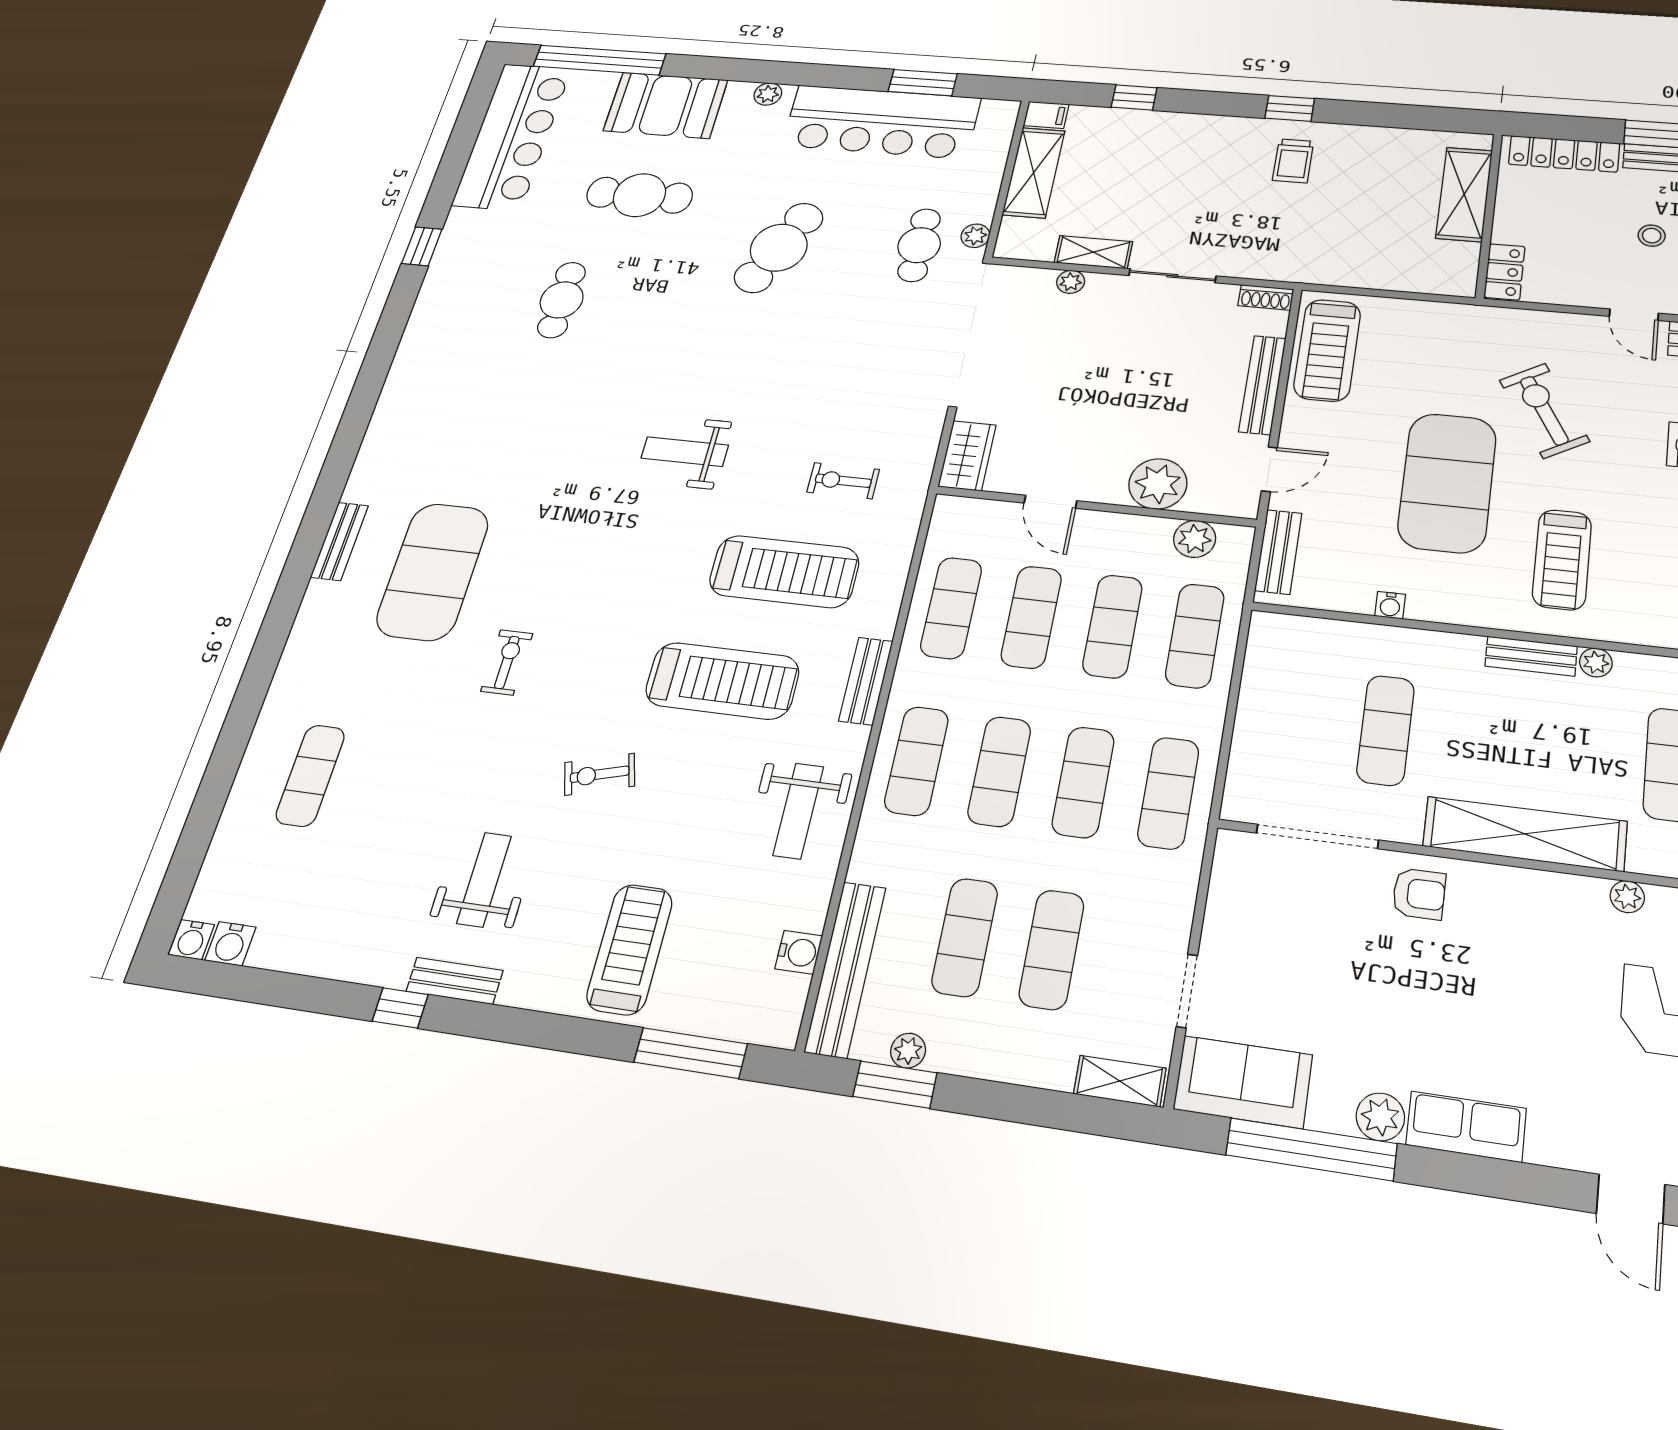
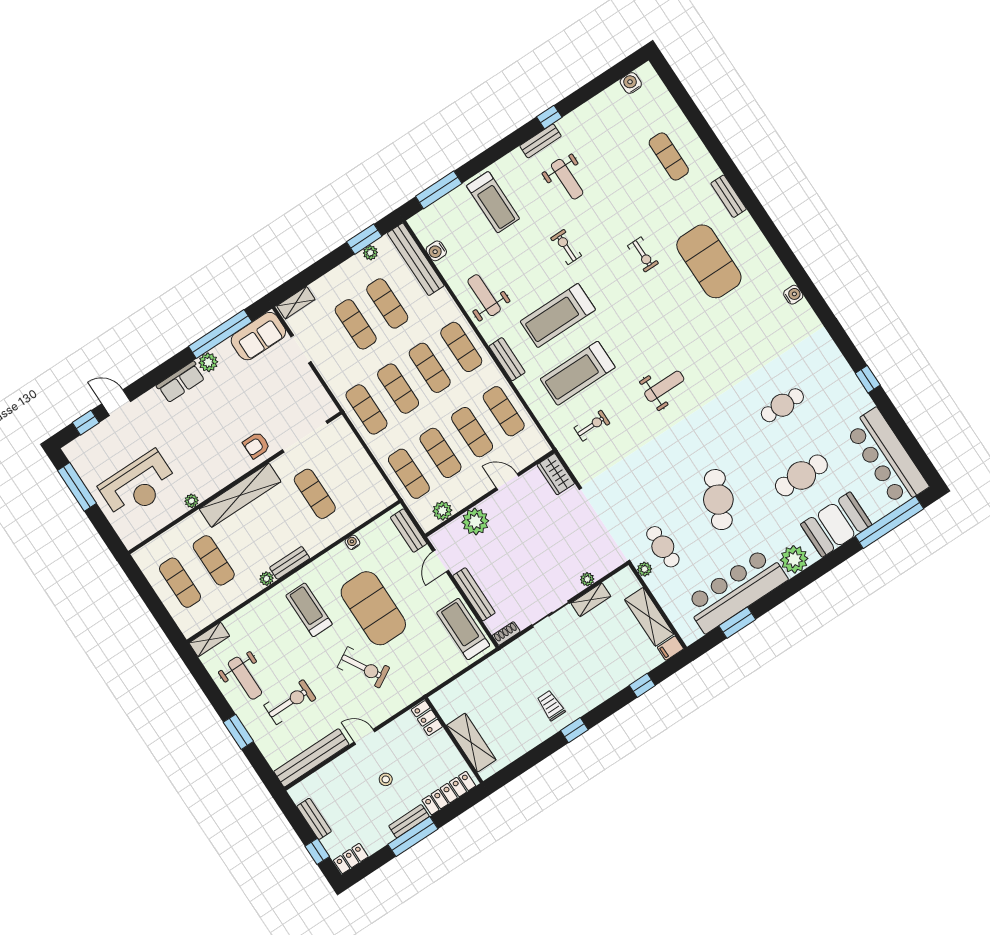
plant: (768, 94) -> (794, 559), width x1.88, depth x1.88
cafe table: (562, 300) -> (782, 405), turned 90
bench: (339, 541) -> (729, 196), moved
exercise bike: (600, 774) -> (566, 247), turned -74
water cooler: (191, 940) -> (793, 295), moved, turned 90

